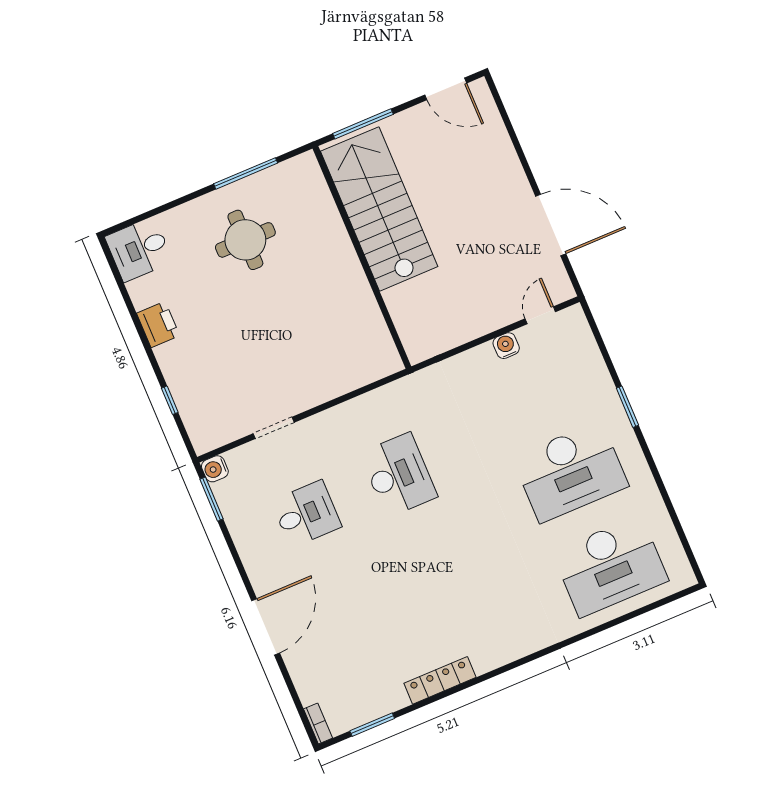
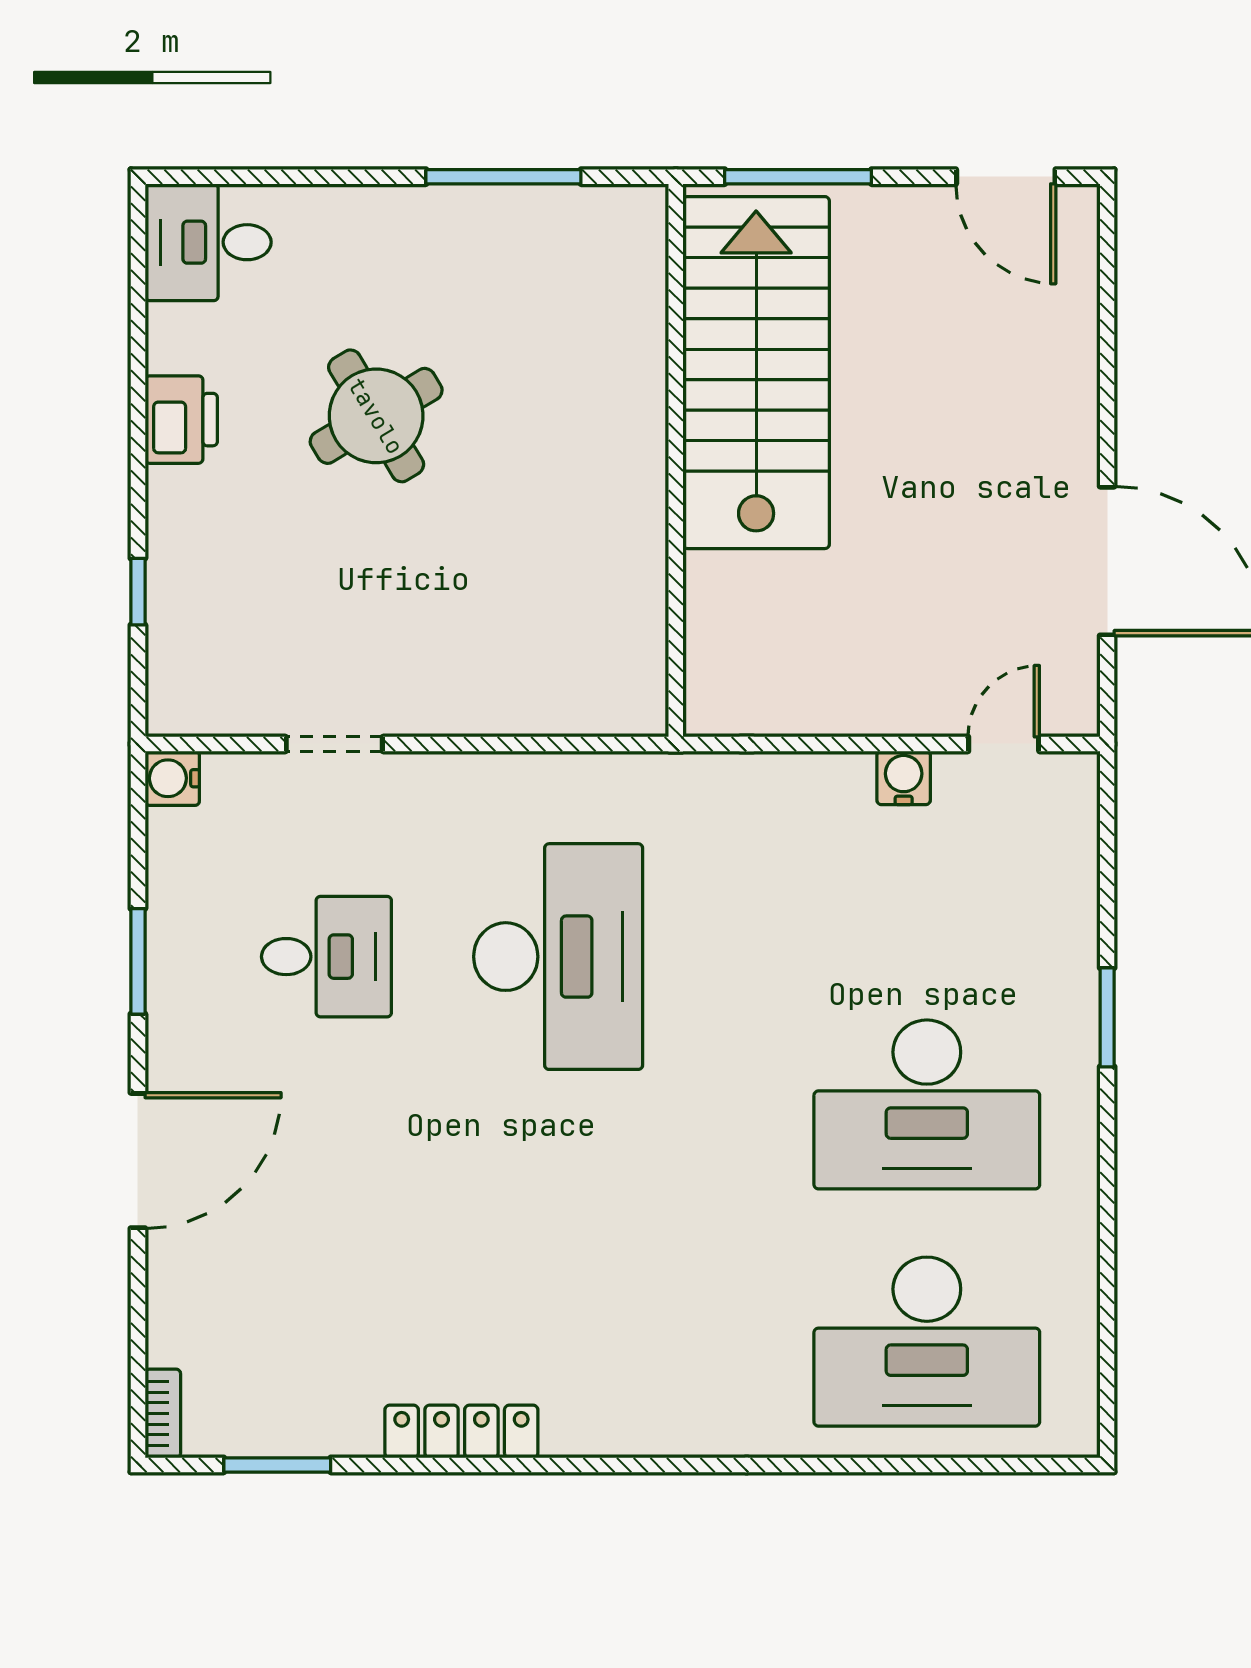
round table: (245, 240) -> (376, 416), moved, turned -31
desk: (399, 475) -> (558, 957), width x1.36, depth x1.30
window: (212, 499) -> (138, 961), moved

